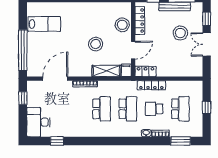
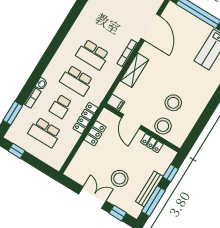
locker: (140, 21) -> (152, 143), width x0.66
stool: (96, 44) -> (173, 103), moved
shelving: (106, 71) -> (135, 70), moved
locker: (146, 71) -> (95, 133), moved
window: (207, 107) -> (17, 151), moved
school desk: (154, 109) -> (61, 107), turned 180

